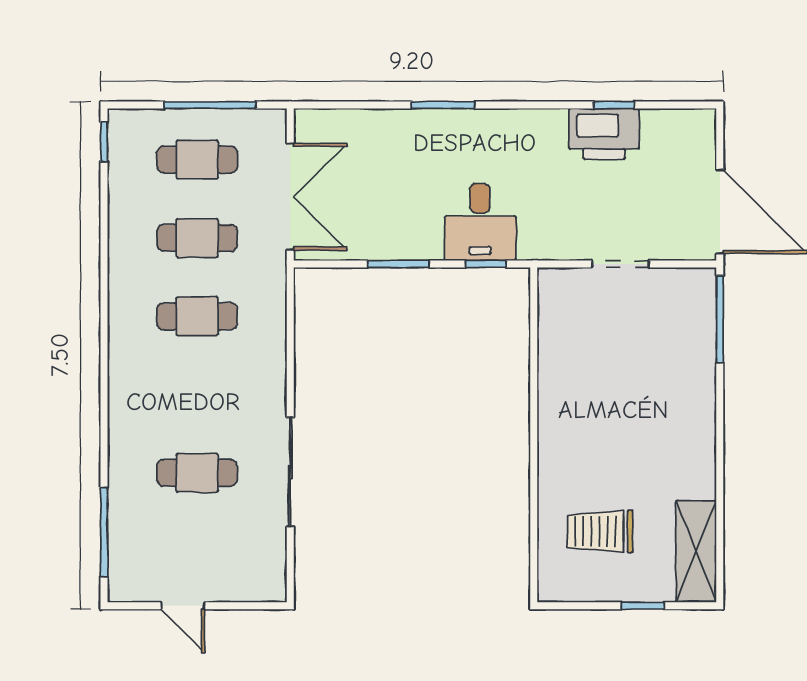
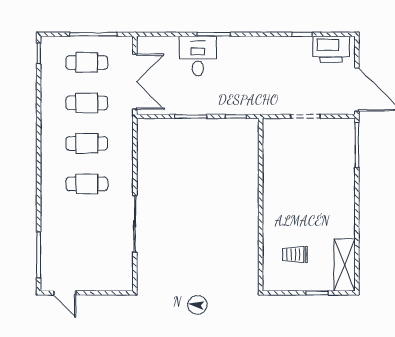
printer: (604, 134) -> (331, 49), moved
desk: (480, 222) -> (198, 56), moved, turned 180
cafe table: (197, 473) -> (87, 184), moved
trolley: (600, 531) -> (295, 255), width x0.73, depth x0.72
door: (183, 606) -> (65, 293), moved

